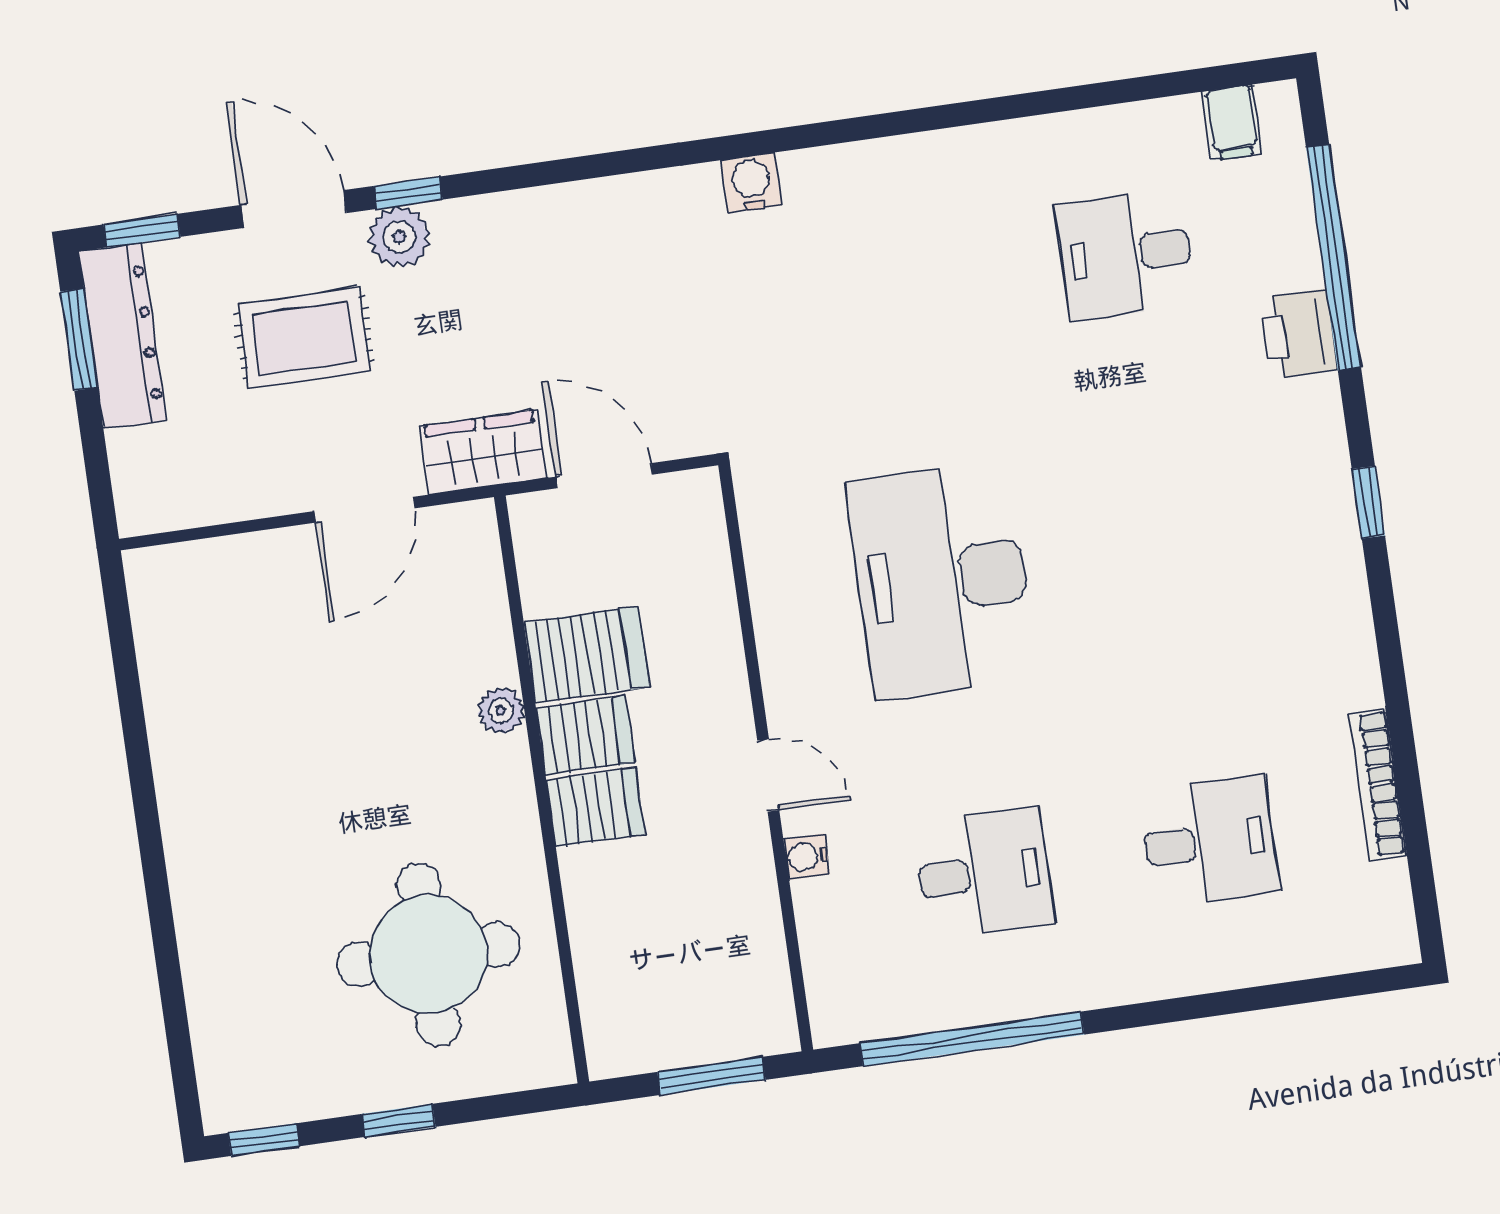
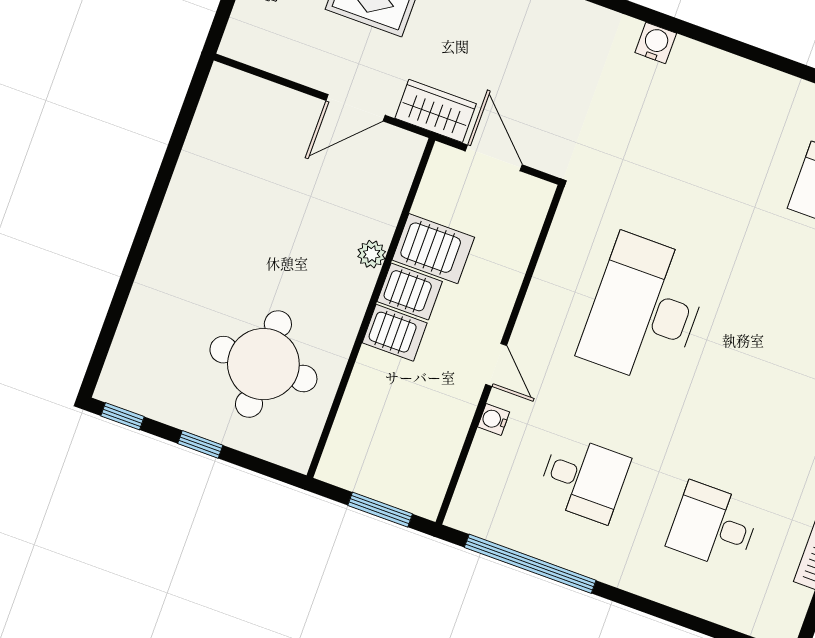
desk: (1209, 841) -> (713, 526), turned 180

